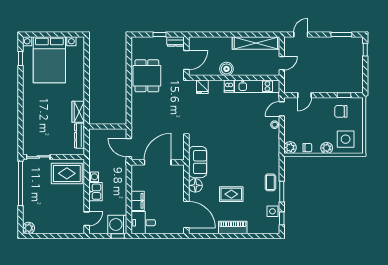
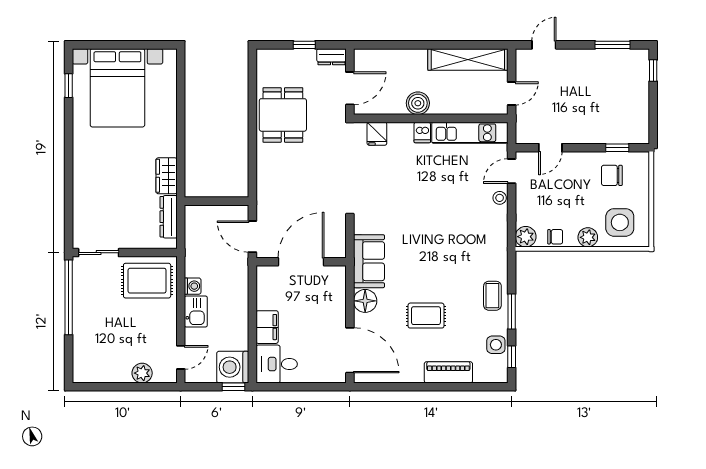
plant: (29, 228) -> (142, 373), moved
piano: (233, 228) -> (448, 372), moved

